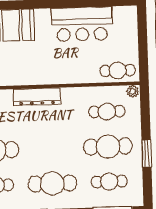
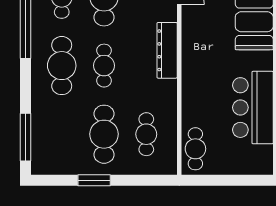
plant: (133, 91) -> (170, 166), removed
cafe table: (109, 182) -> (104, 66), moved

